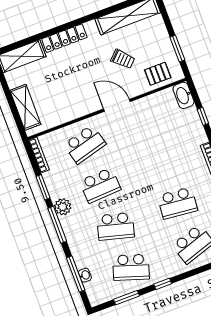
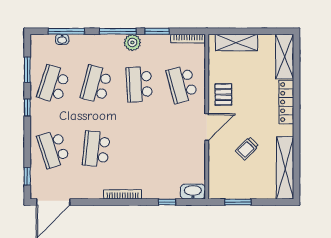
pallet: (158, 74) -> (223, 95), moved

